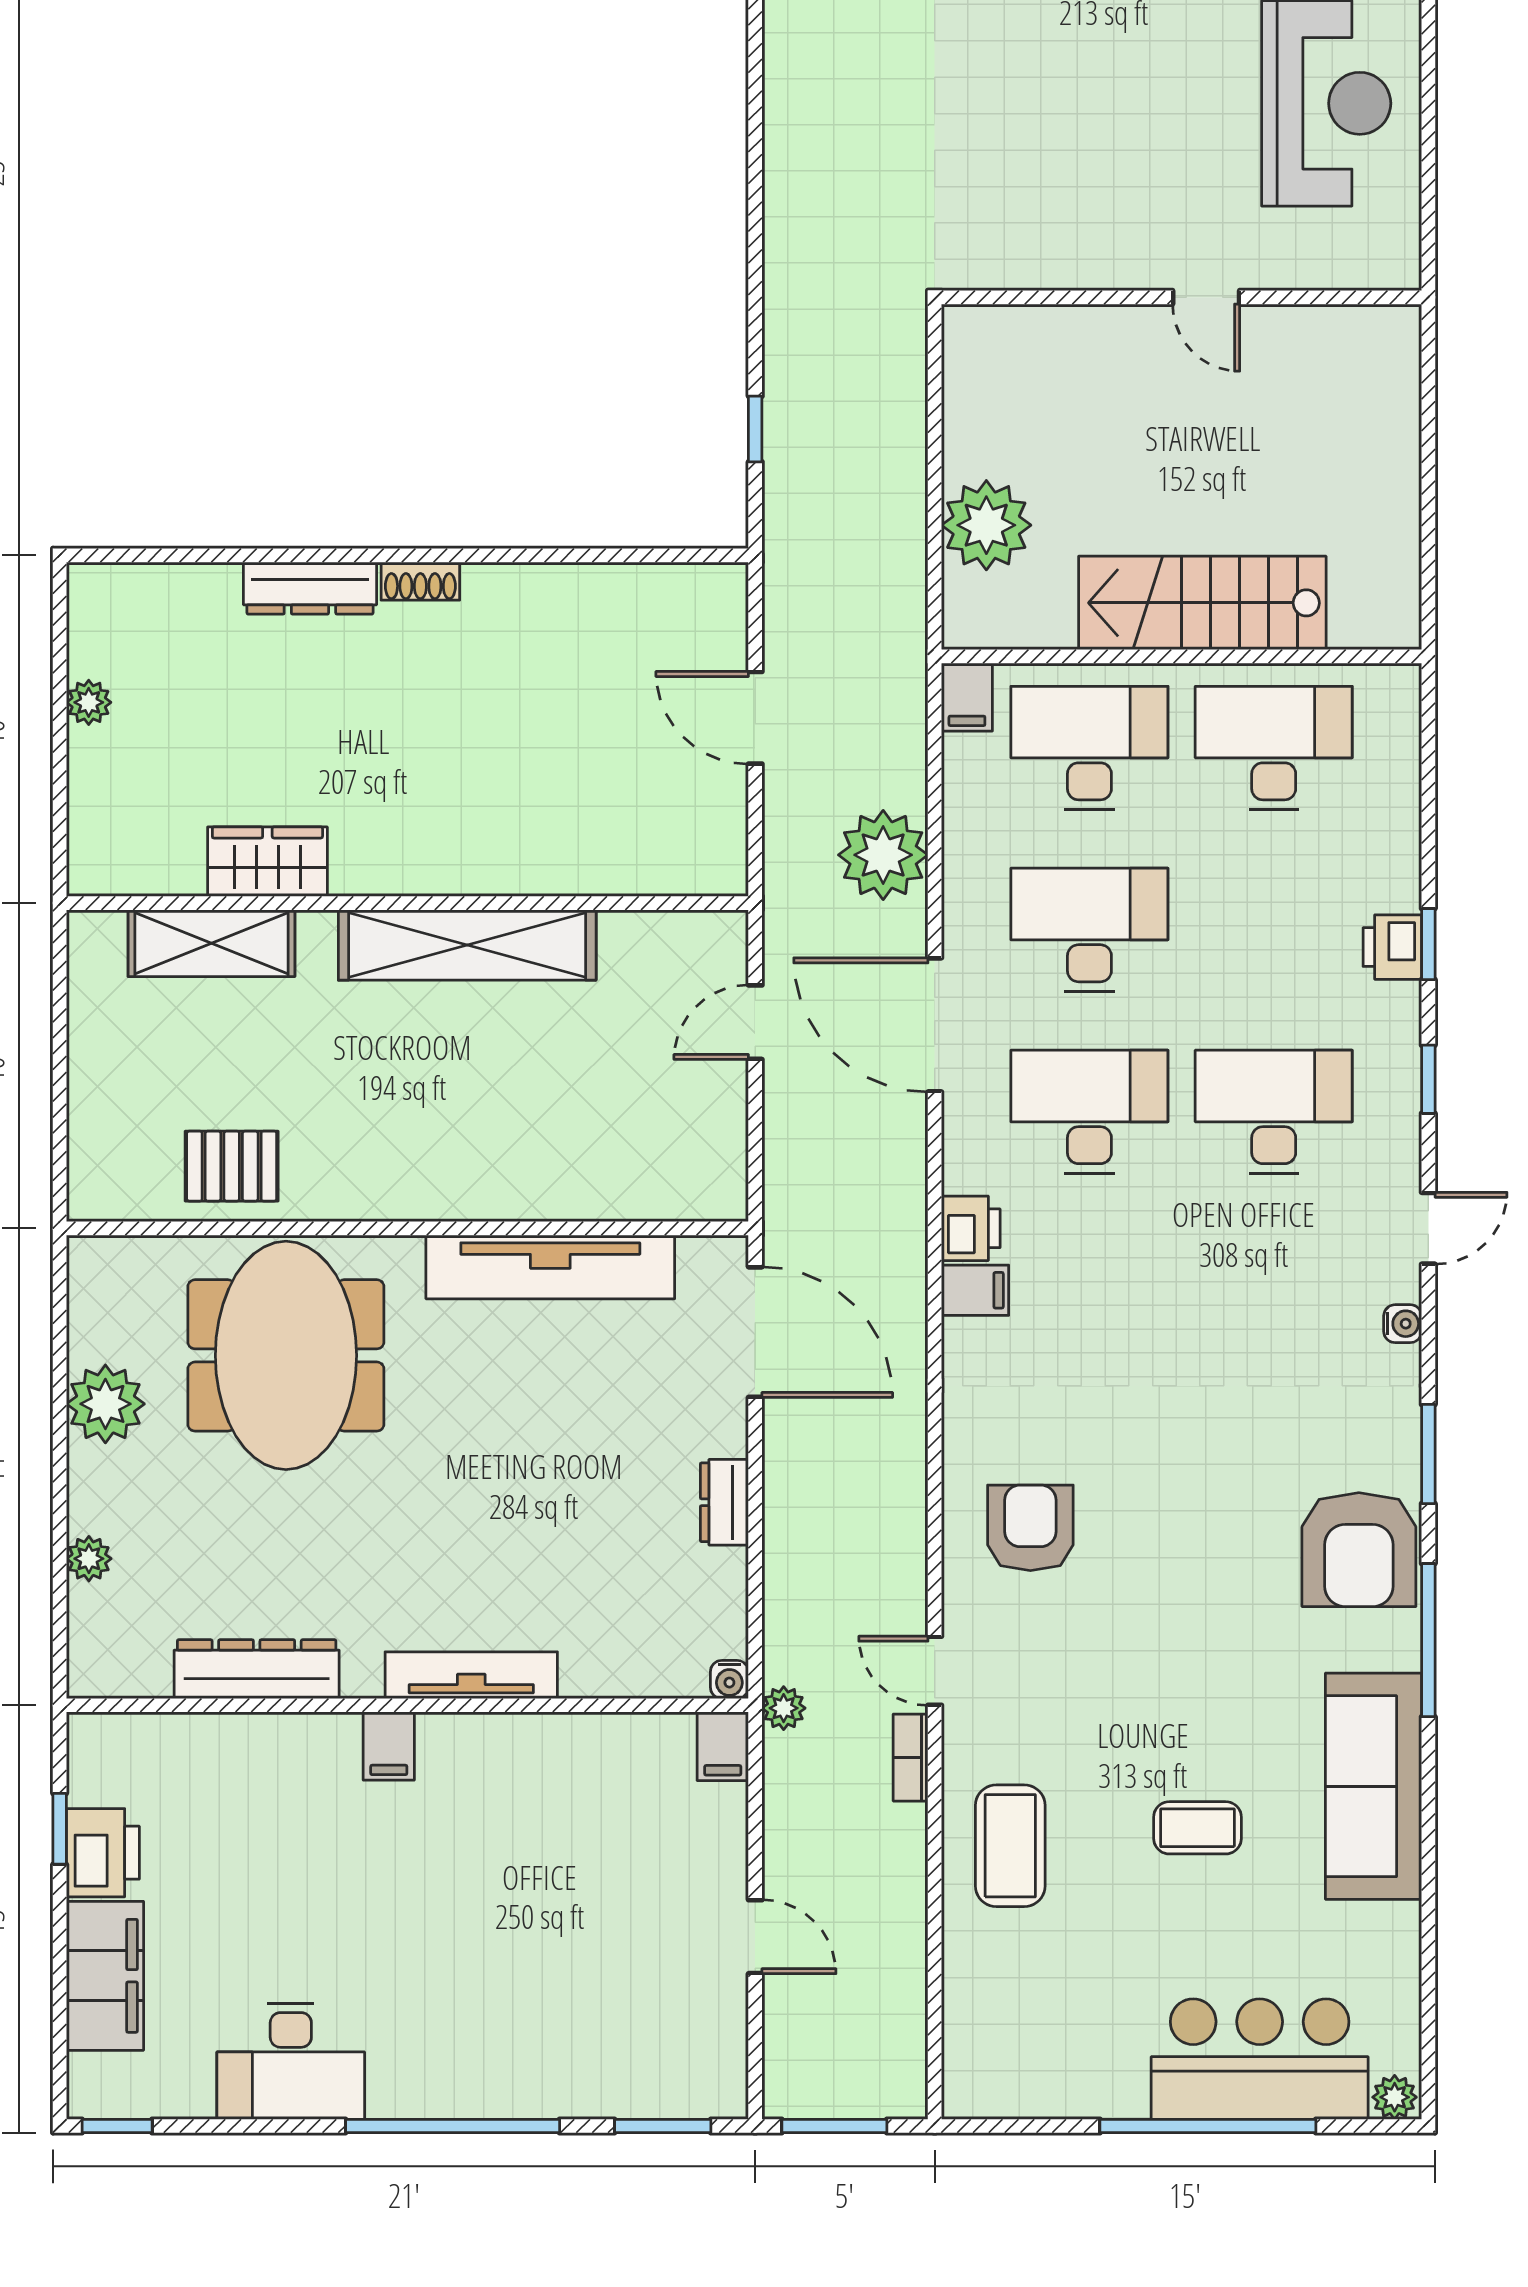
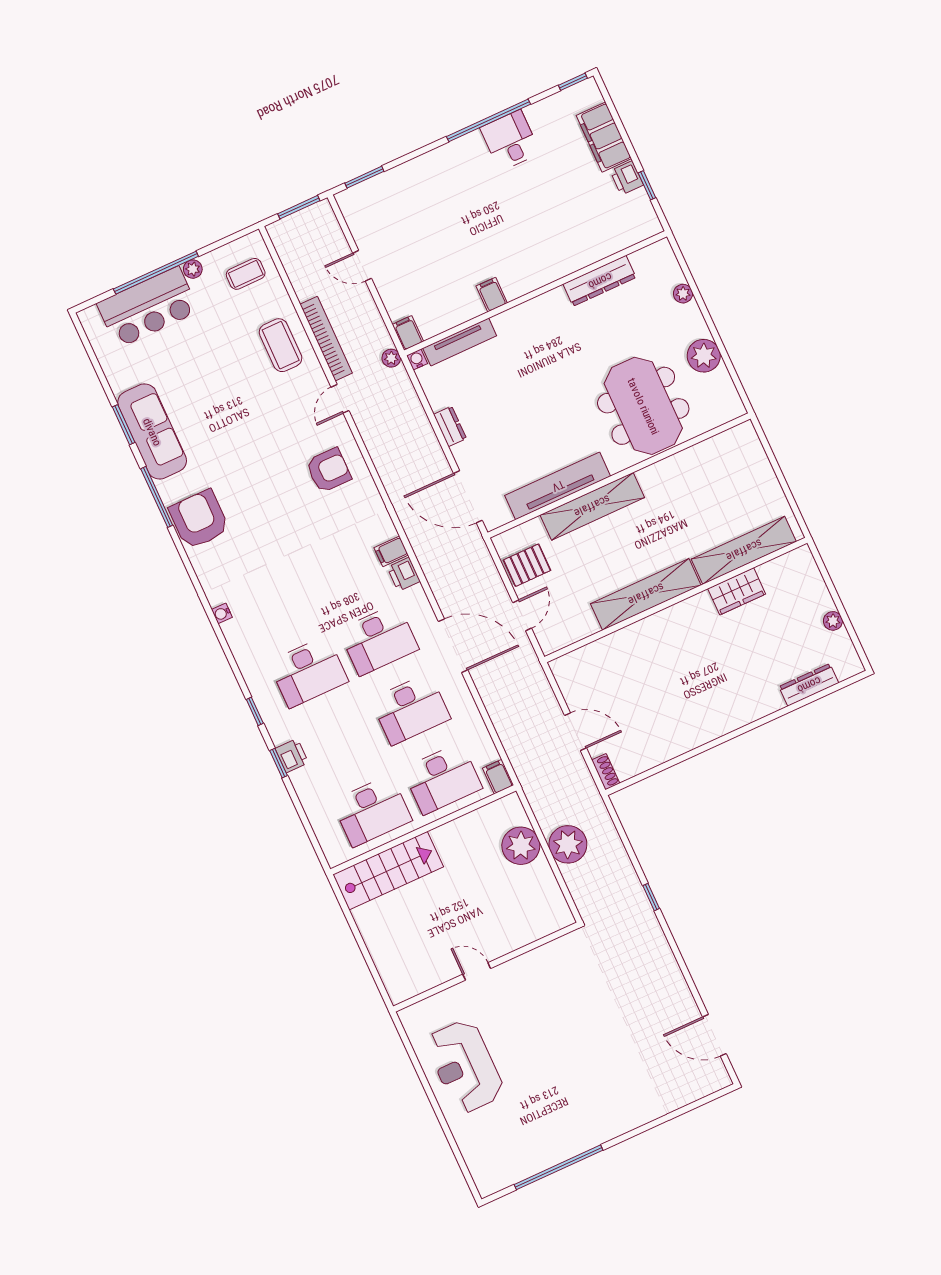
window: (755, 429) -> (651, 897), moved
shoe rack: (420, 581) -> (606, 772), moved, turned 90
dresser: (310, 588) -> (809, 685), moved
stairs: (1202, 603) -> (388, 871), moved
plant: (883, 855) -> (568, 844), moved
shelving: (211, 943) -> (744, 550), width x1.47
pallet: (232, 1166) -> (527, 565), moved
shelving: (496, 1188) -> (592, 506), added
door: (1428, 1228) -> (229, 654), removed
window: (1428, 1454) -> (124, 425), moved
armchair: (1030, 1528) -> (328, 470), turned -90
door: (935, 1671) -> (340, 399), swing flipped
tv unit: (471, 1675) -> (460, 342), moved
filing cabinet: (389, 1746) -> (492, 295), moved
bookcase: (911, 1758) -> (326, 339), width x2.31, depth x1.31
coffee table: (1197, 1828) -> (246, 274), moved
printer: (103, 1853) -> (627, 178), width x0.73, depth x0.81
desk: (291, 2061) -> (510, 140), width x0.73
plant: (1395, 2097) -> (193, 269), moved
window: (453, 2126) -> (488, 120), moved

